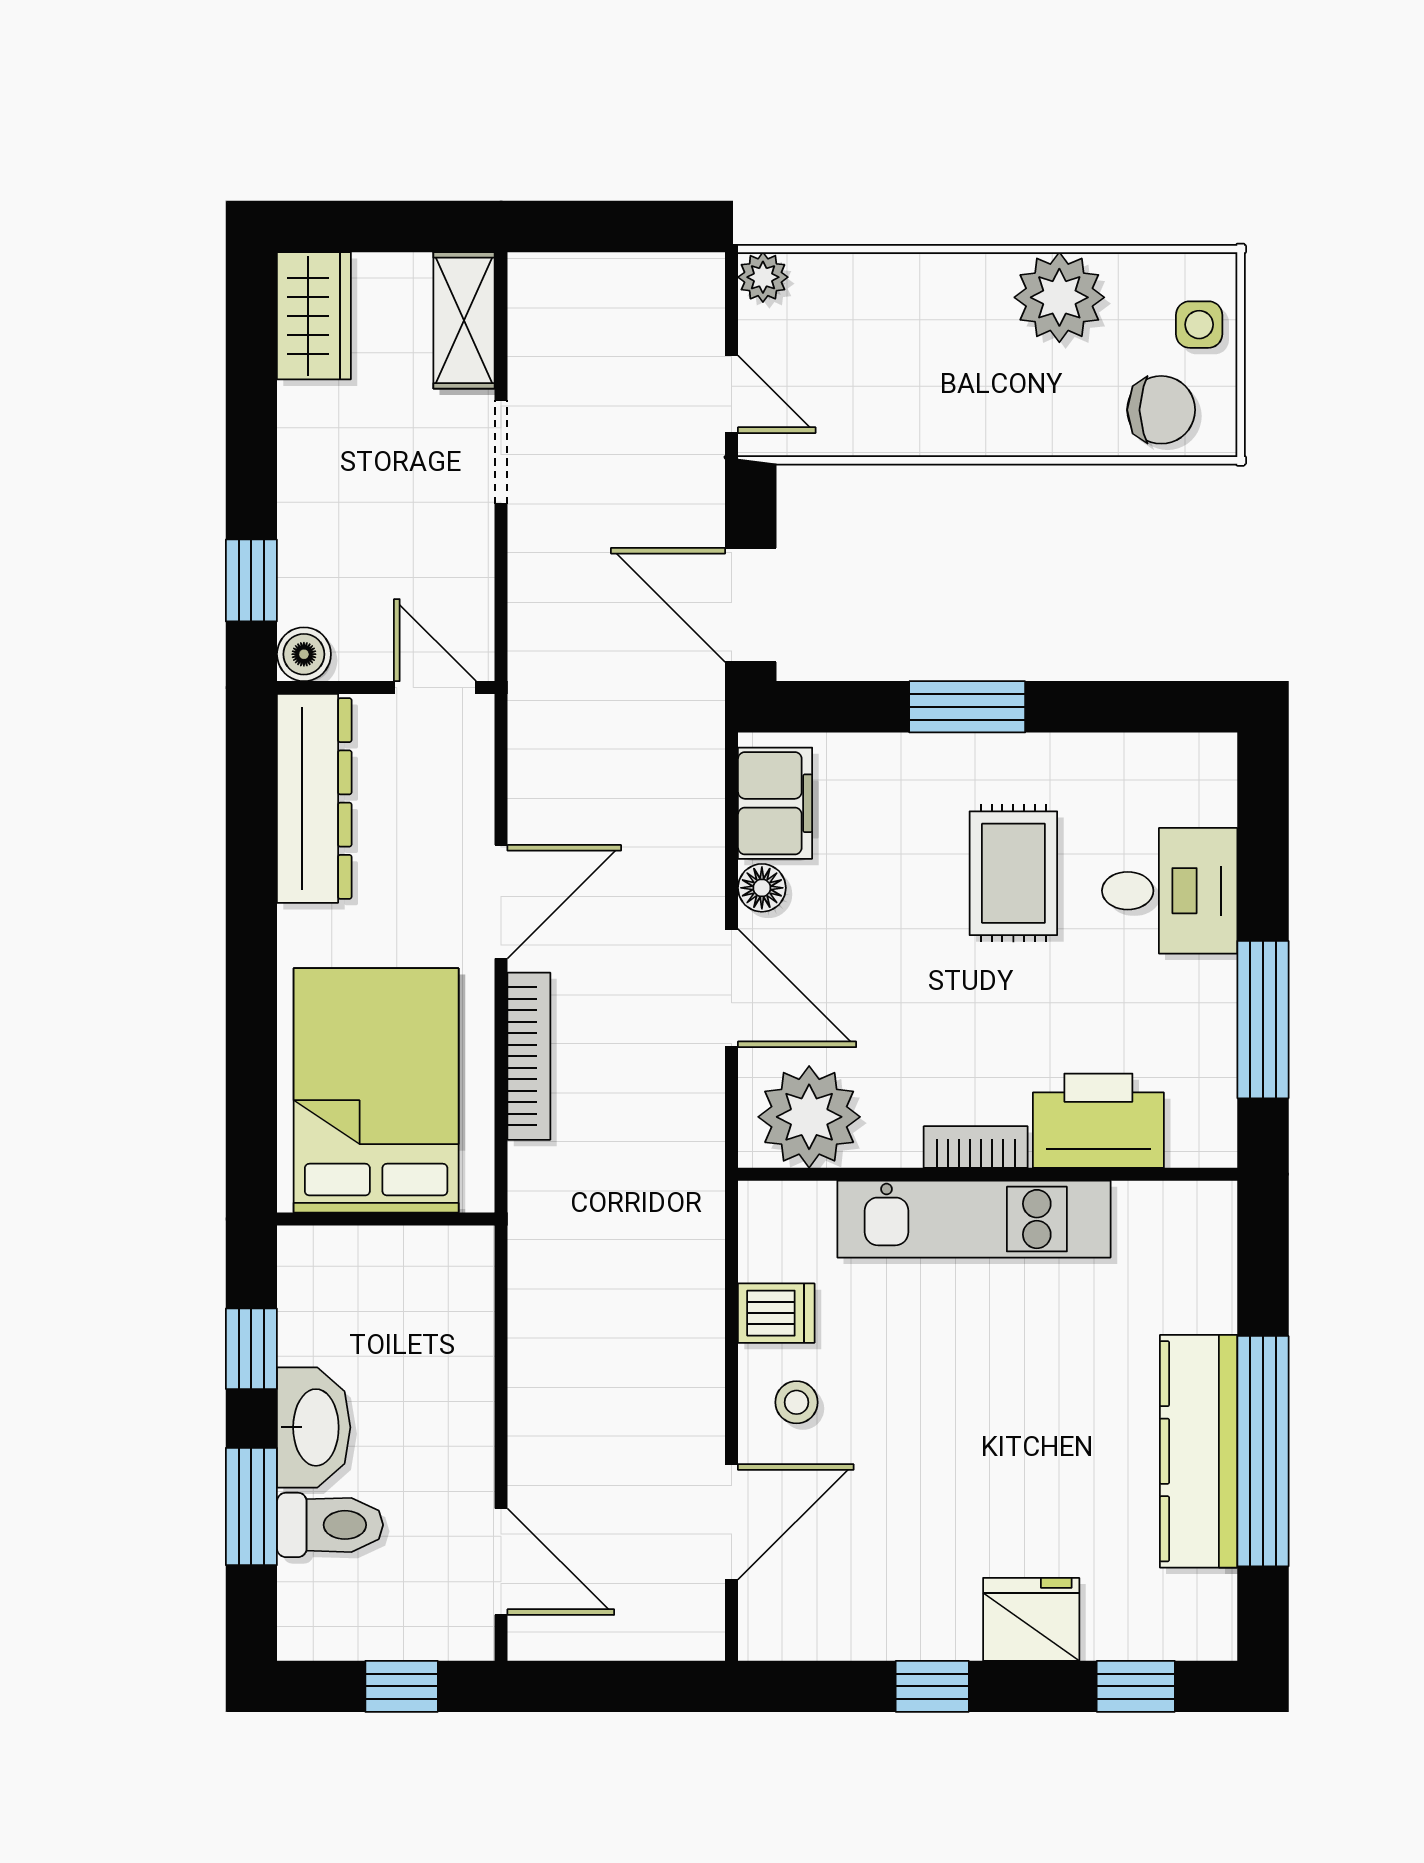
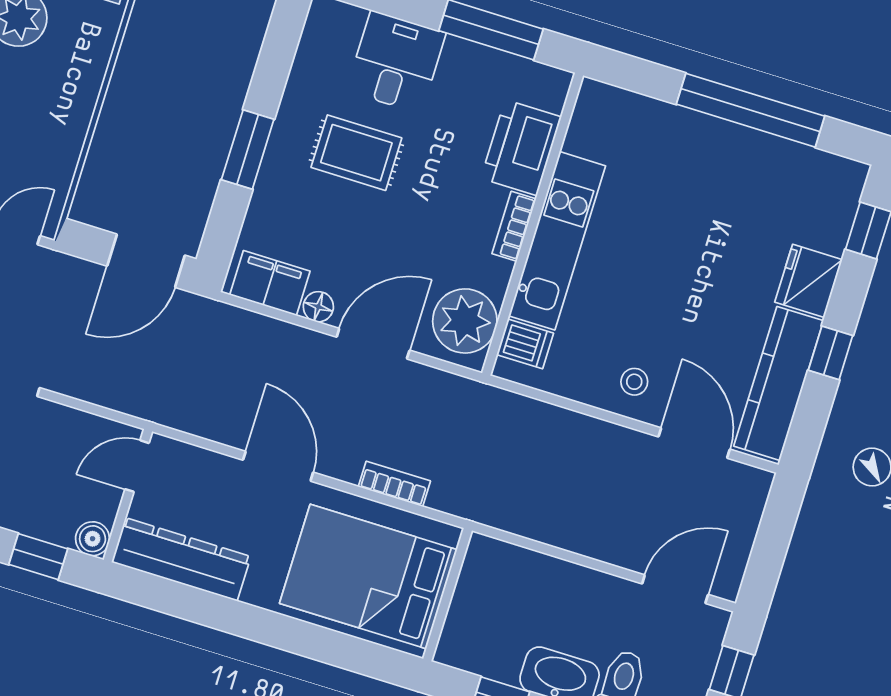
bookcase: (529, 1056) -> (394, 484), width x0.64
dishwasher: (776, 1313) -> (525, 344), moved, turned 90
kitchen counter: (1199, 1451) -> (779, 383), moved, turned 90

